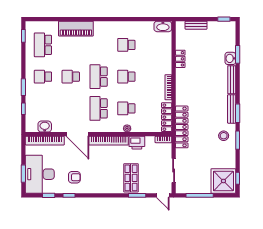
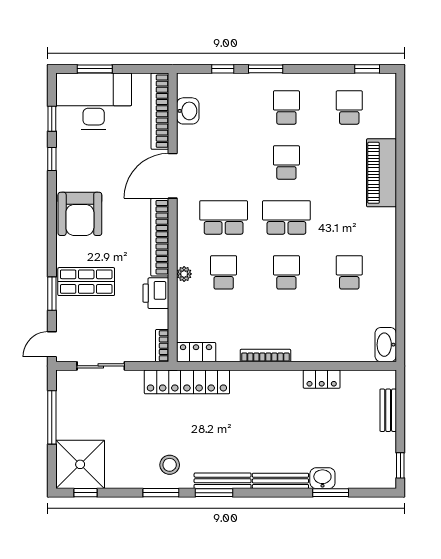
school desk: (43, 45) -> (349, 108), width x0.54
locker: (167, 117) -> (196, 352), width x0.66
armchair: (74, 177) -> (80, 214), moved, width x1.88, depth x1.88

